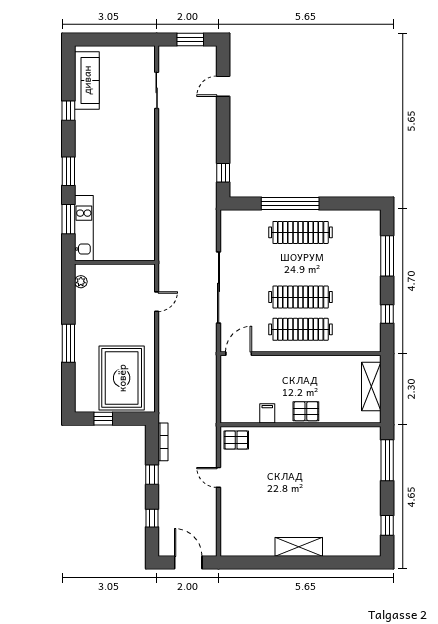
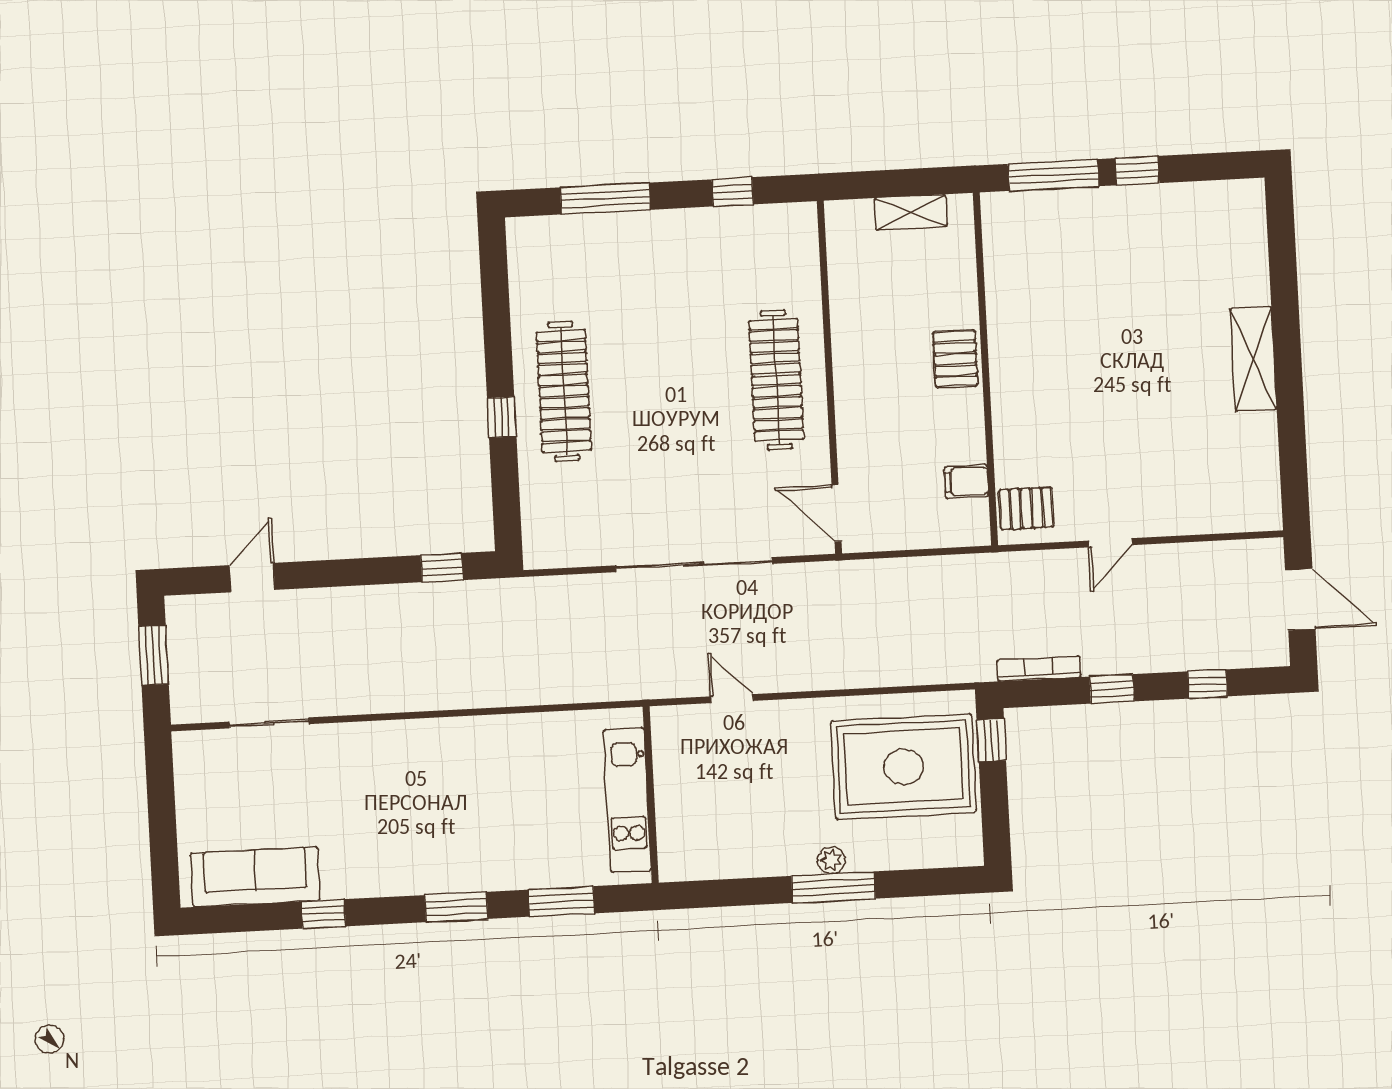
door: (223, 86) -> (252, 578), swing flipped
window: (290, 204) -> (502, 417), width x0.32
kitchen unit: (84, 228) -> (627, 800), moved, turned -90
plant: (81, 282) -> (831, 860), moved
clothes rail: (301, 297) -> (705, 384), removed
shelving: (371, 386) -> (911, 212), width x0.67, depth x0.75
filing cabinet: (267, 413) -> (967, 482), moved
window: (103, 419) -> (991, 740), moved
pallet: (236, 440) -> (1026, 508), turned 90
window: (387, 525) -> (1137, 171), moved
door: (188, 562) -> (1300, 599), swing flipped

